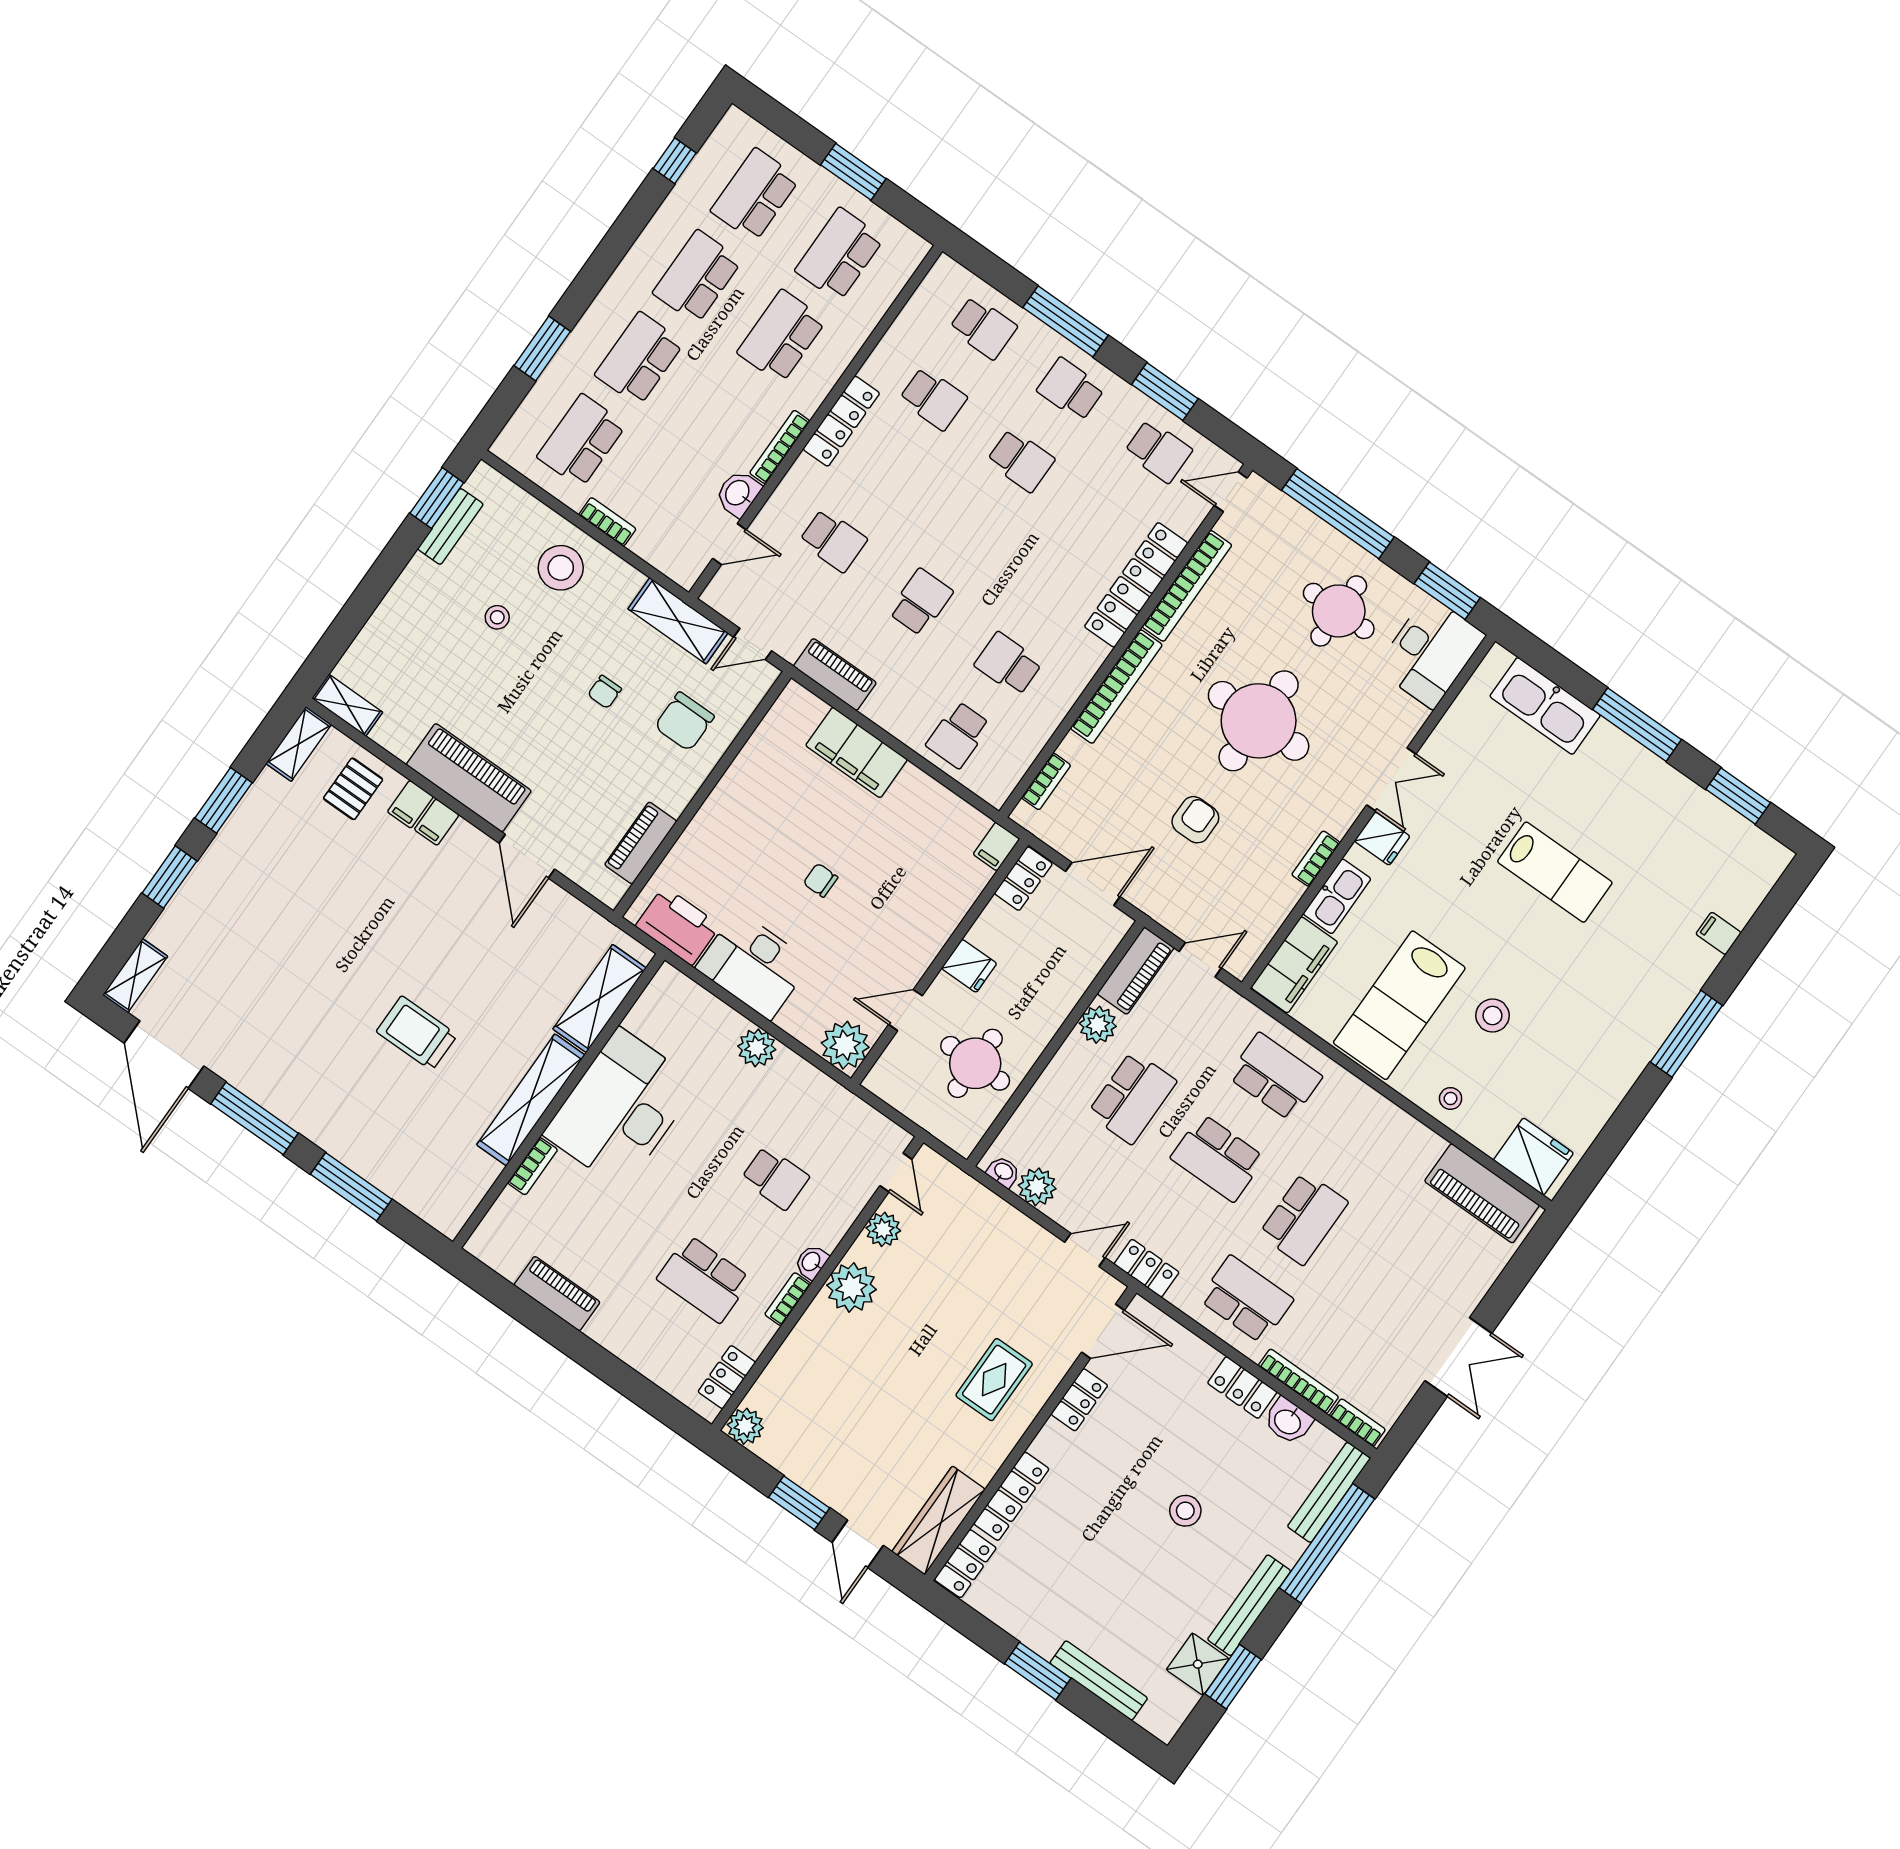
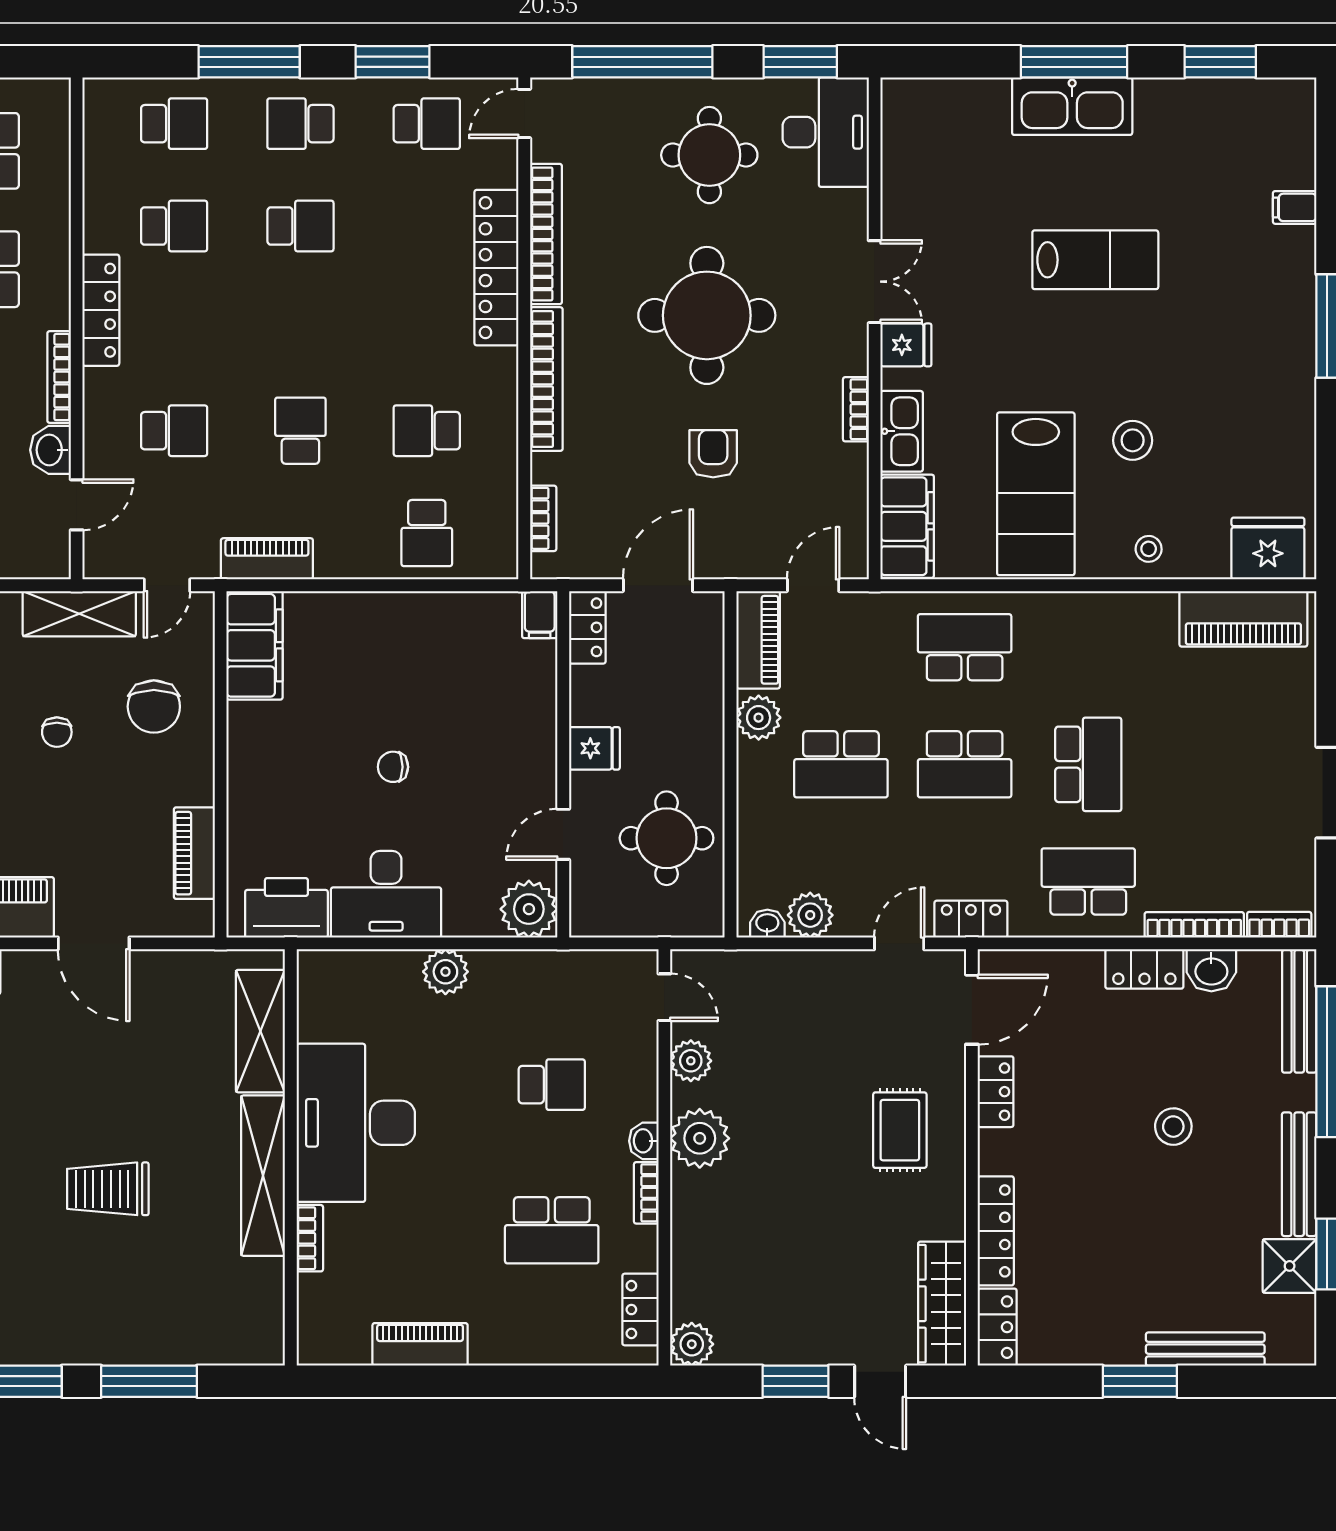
kitchen sink: (1545, 706) -> (1072, 106), moved
filing cabinet: (857, 752) -> (255, 645), moved, turned -90
school desk: (1132, 1097) -> (841, 764), turned 90

